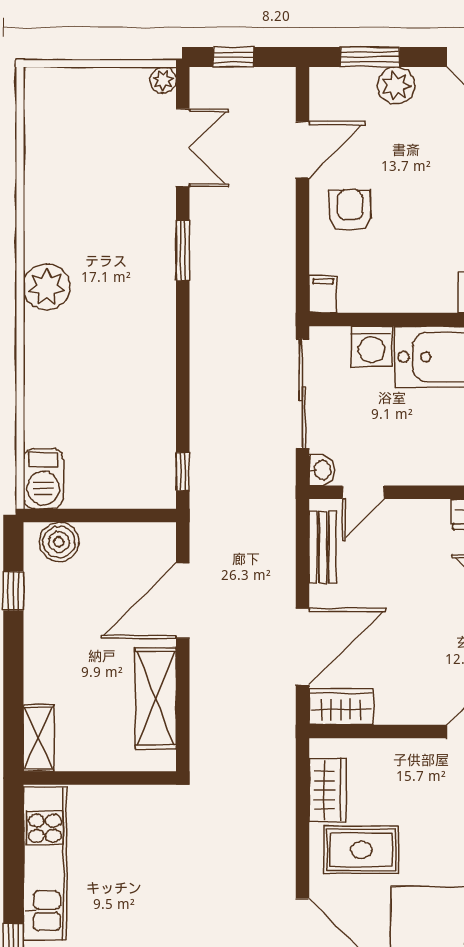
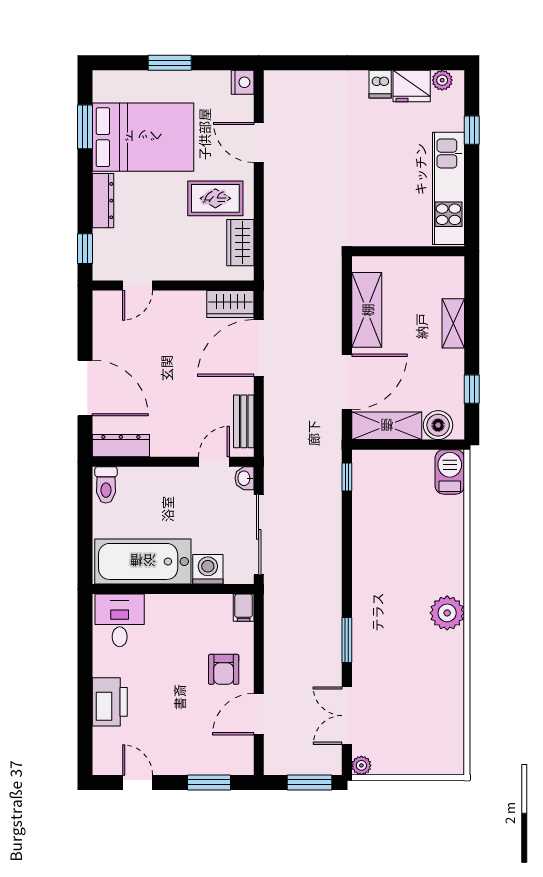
window: (233, 57) -> (310, 782), width x1.50
plant: (396, 86) -> (190, 761), removed
shelving: (129, 541) -> (387, 426), added
shelving: (38, 738) -> (453, 323), moved

